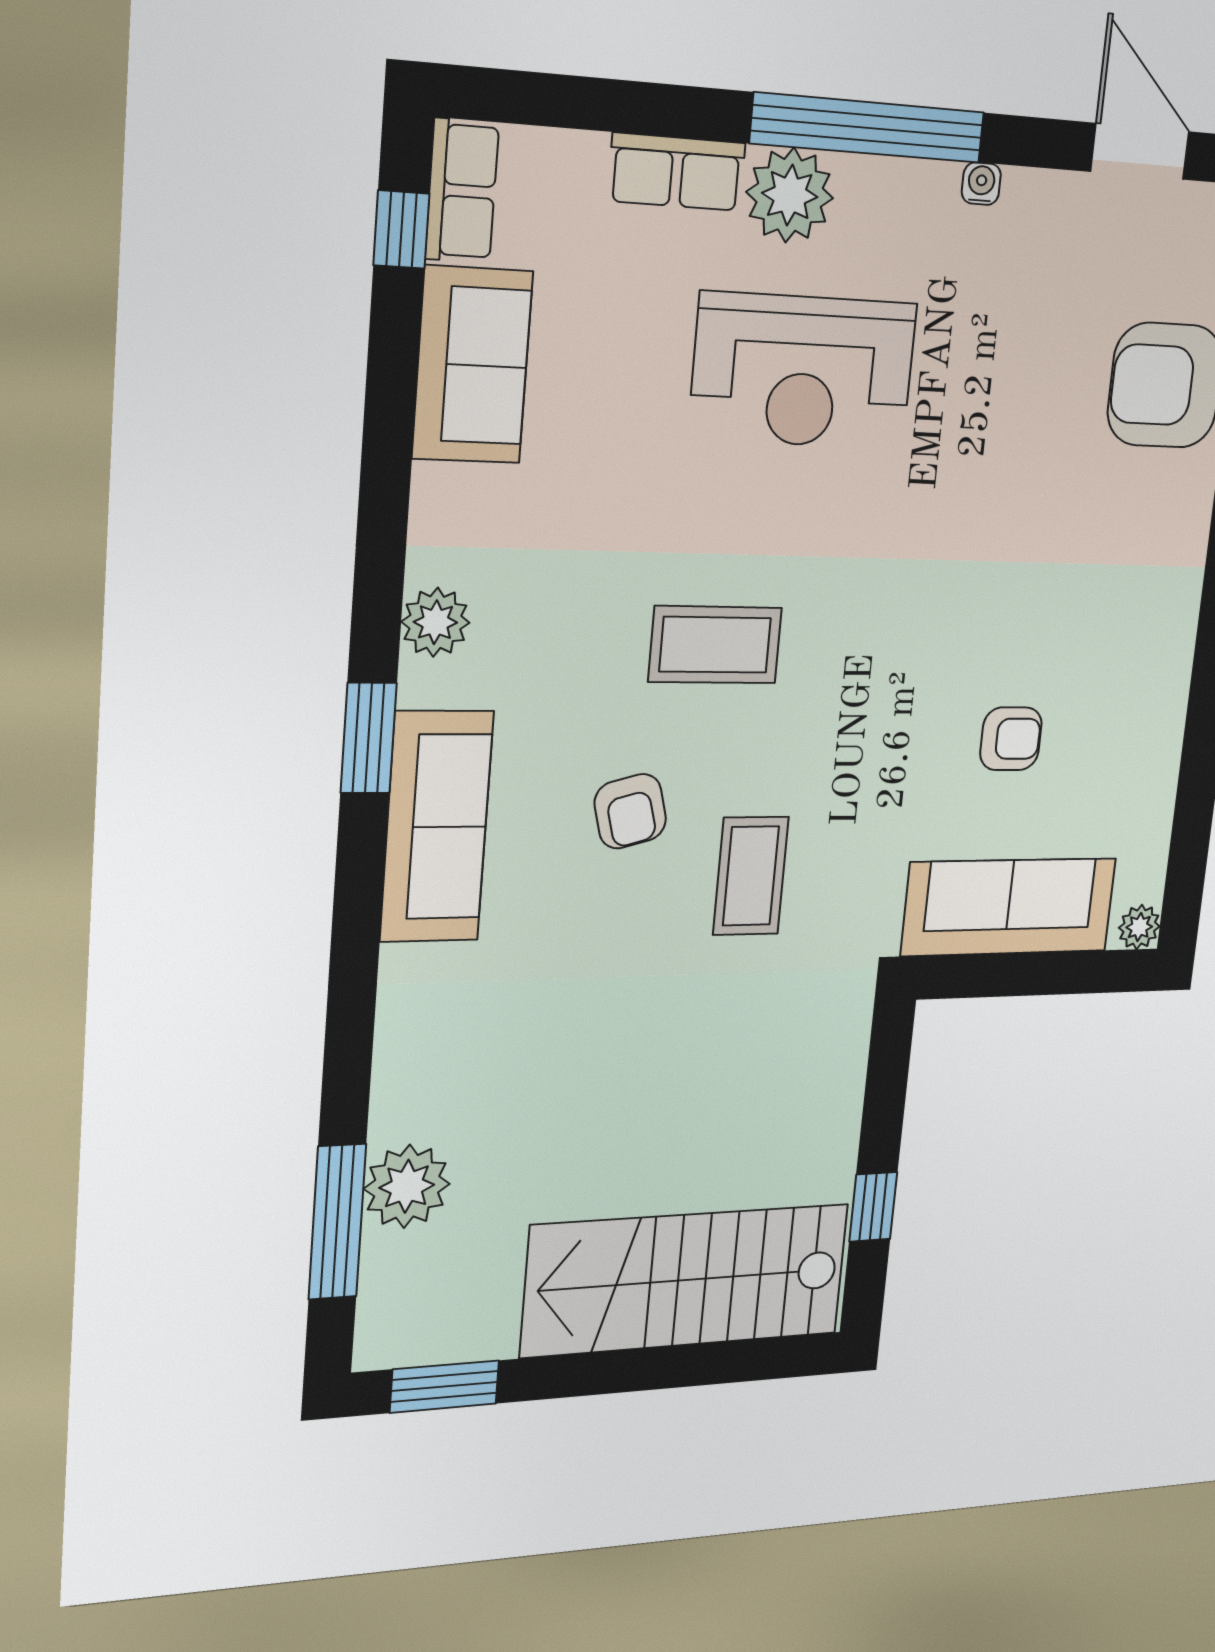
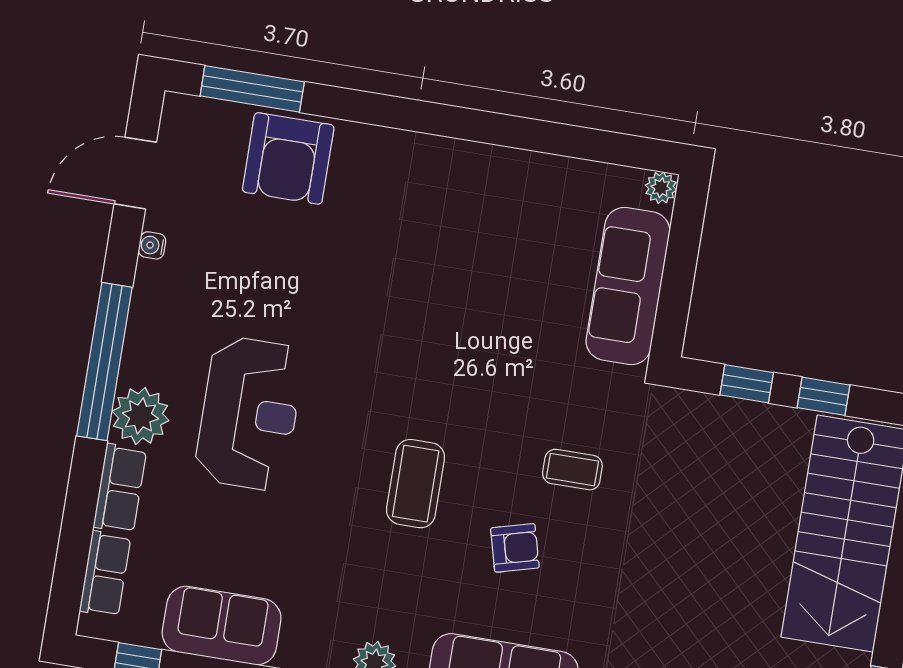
water cooler: (981, 184) -> (152, 245), moved
row of seats: (462, 191) -> (105, 574), moved, turned 90
armchair: (1011, 739) -> (511, 280), removed
coffee table: (751, 876) -> (572, 470), width x0.73, depth x0.77
window: (885, 1098) -> (747, 384), added

